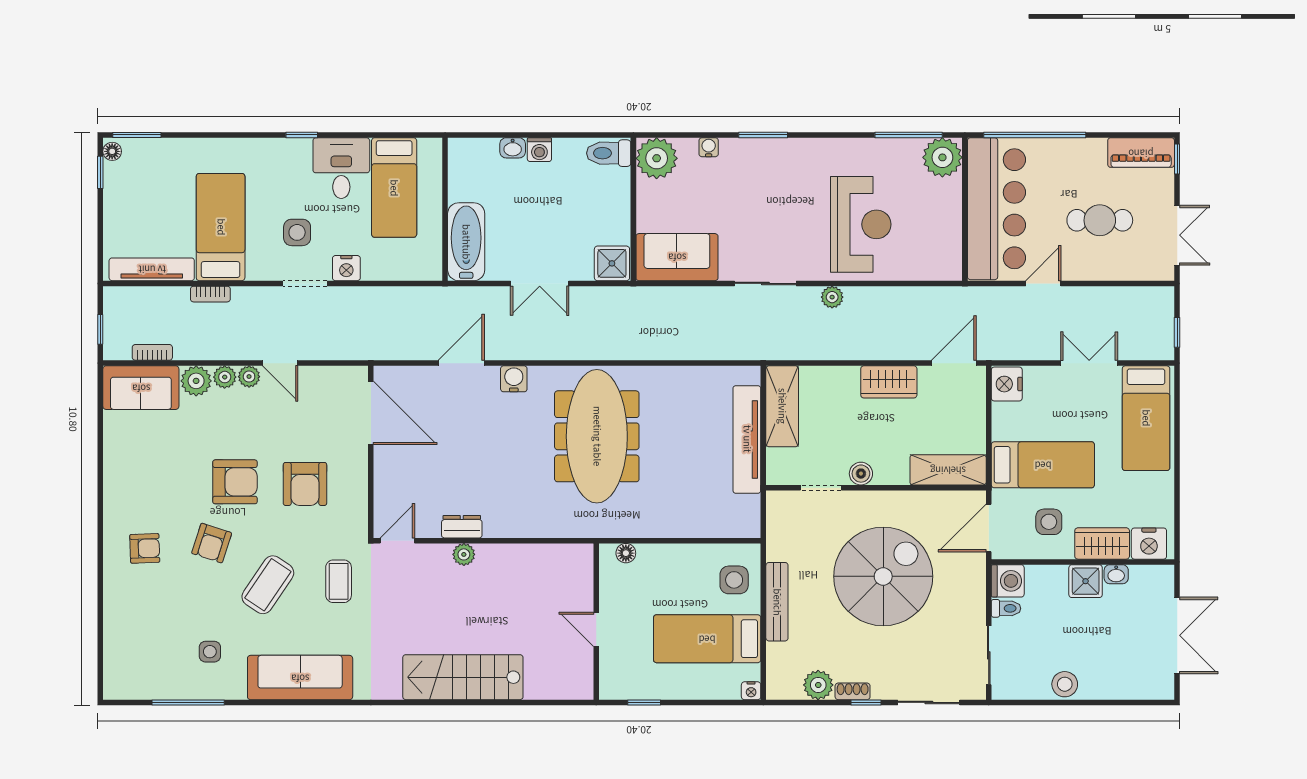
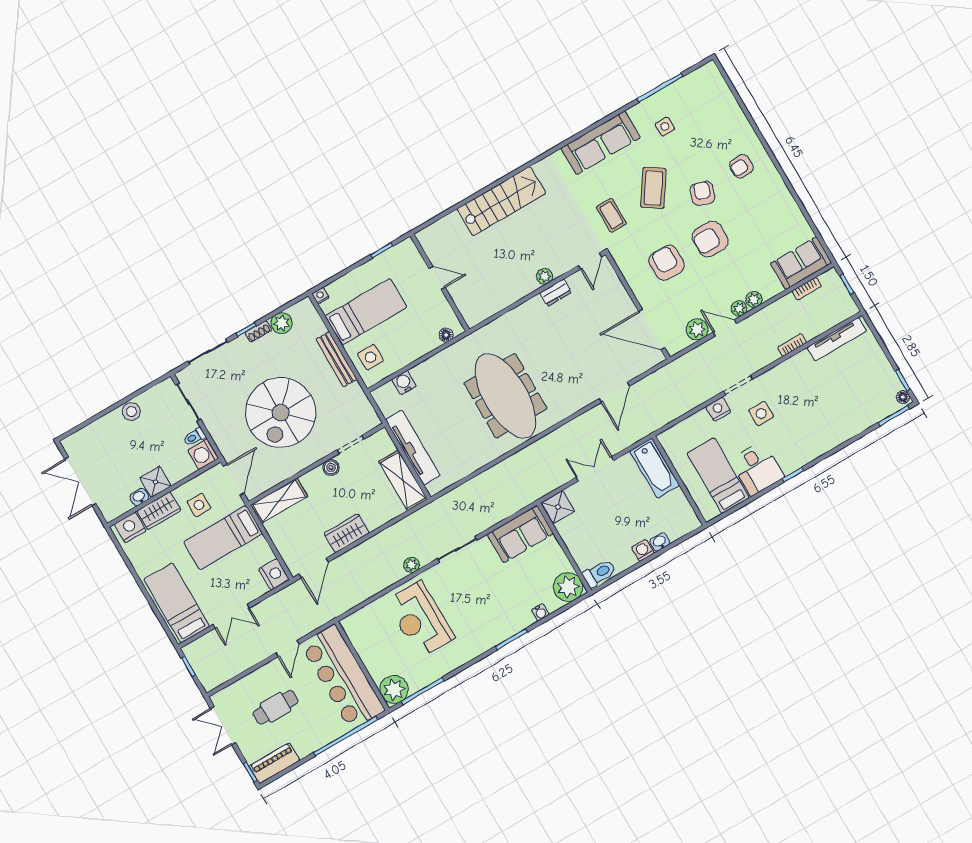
bed: (221, 227) -> (810, 389), removed
water cooler: (514, 379) -> (404, 383), moved, turned 180
plant: (196, 381) -> (697, 329), moved

